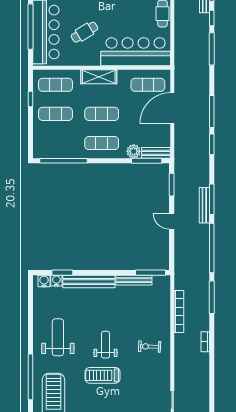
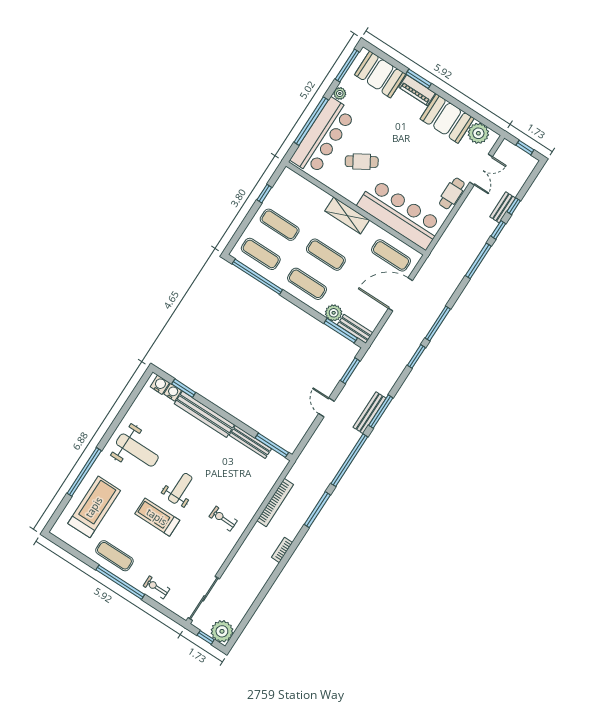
exercise mat: (56, 85) -> (261, 254), moved
weight bench: (58, 337) -> (137, 450), turned 90

